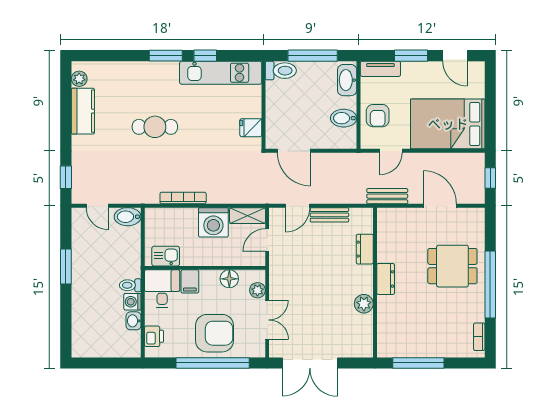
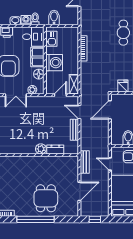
bidet: (128, 217) -> (54, 17), moved
washing machine: (213, 222) -> (54, 63), moved, turned 180
door: (267, 240) -> (60, 95), hinge flipped
dresser: (386, 279) -> (39, 161), removed
filing cabinet: (190, 281) -> (37, 57), width x2.00
plant: (364, 304) -> (41, 149), moved

